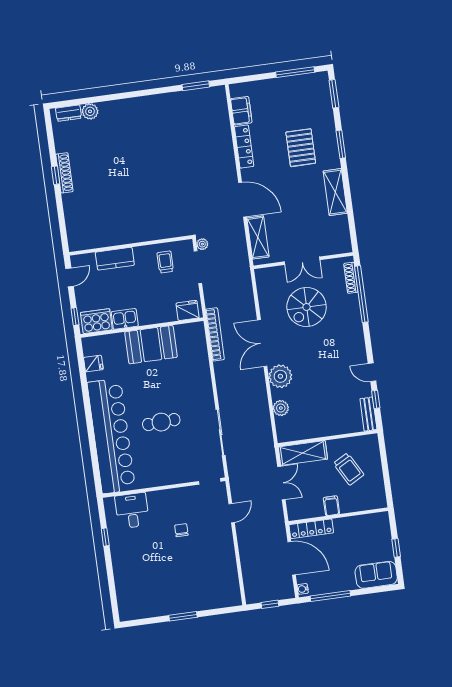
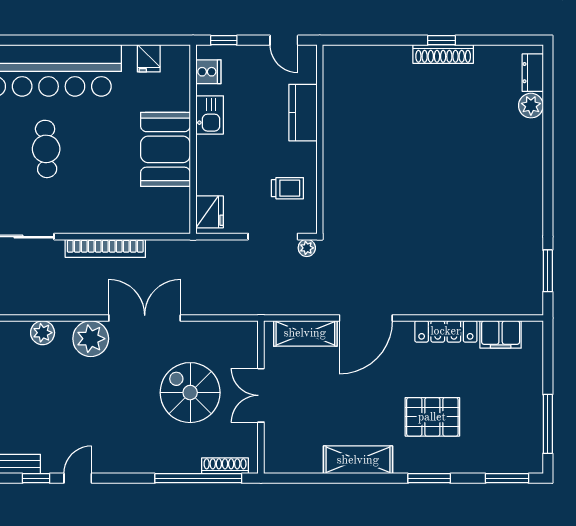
cooker: (96, 321) -> (208, 72), width x0.53, depth x0.76
bookcase: (215, 334) -> (105, 248), moved

